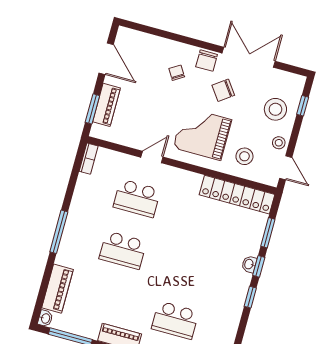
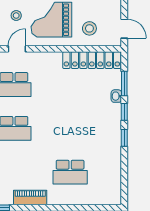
stool: (279, 143) -> (16, 16), moved
washbasin: (249, 264) -> (116, 96), moved

